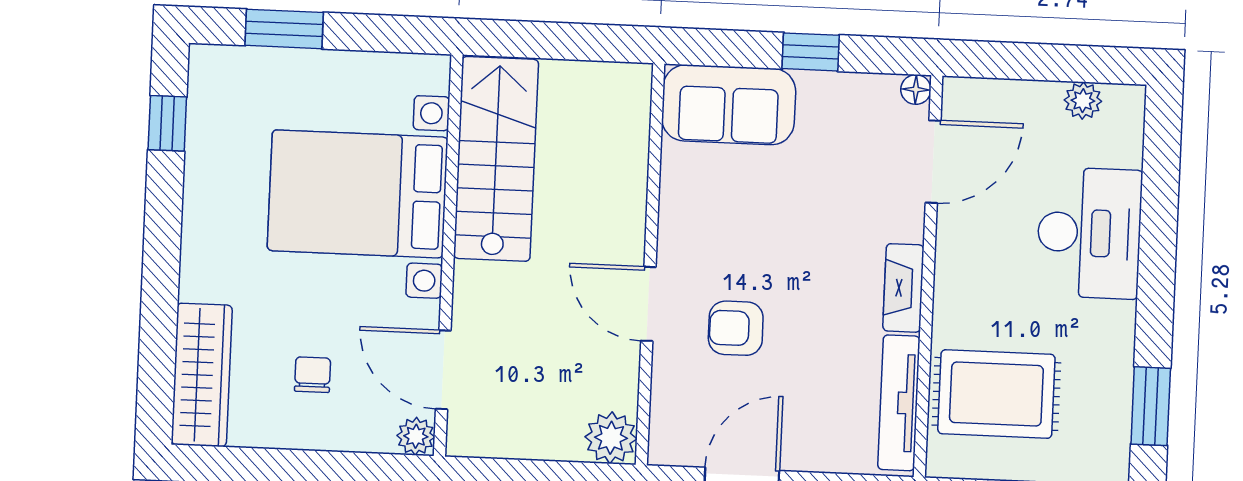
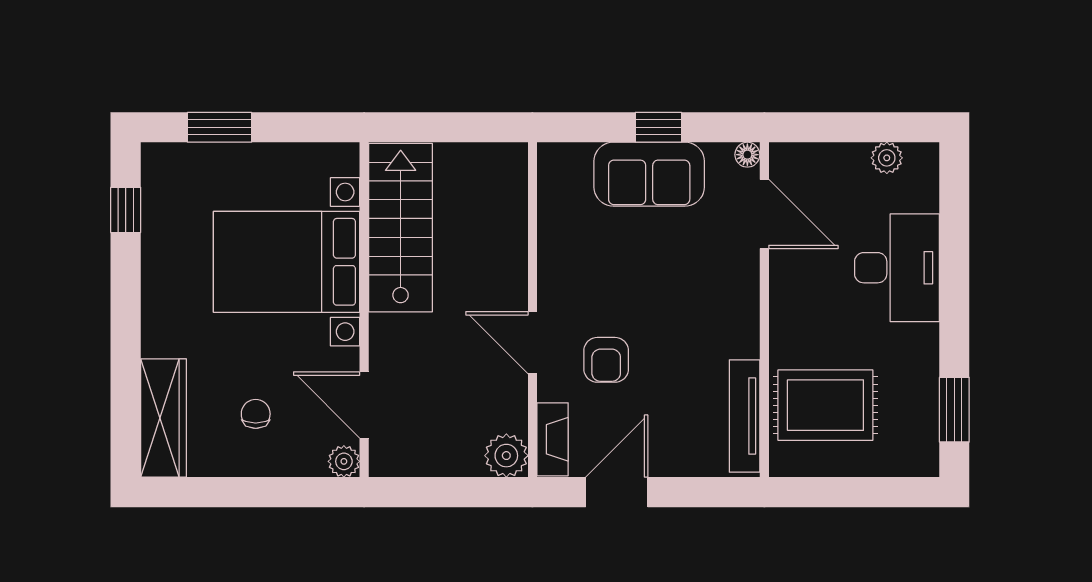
sofa: (729, 105) -> (649, 174), moved
door: (933, 162) -> (764, 214), hinge flipped
fireplace: (903, 288) -> (553, 439), moved, turned 180
armchair: (736, 328) -> (606, 360), turned -90

